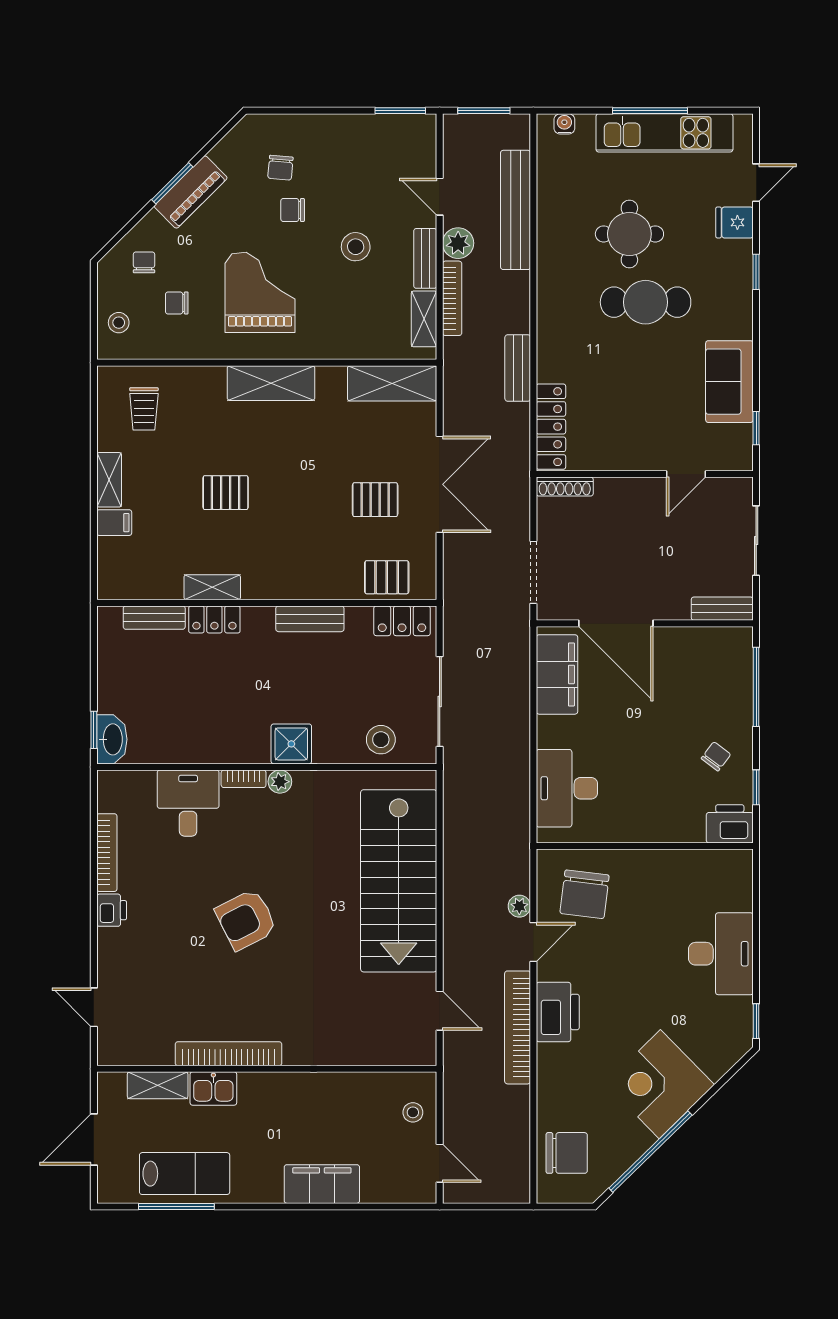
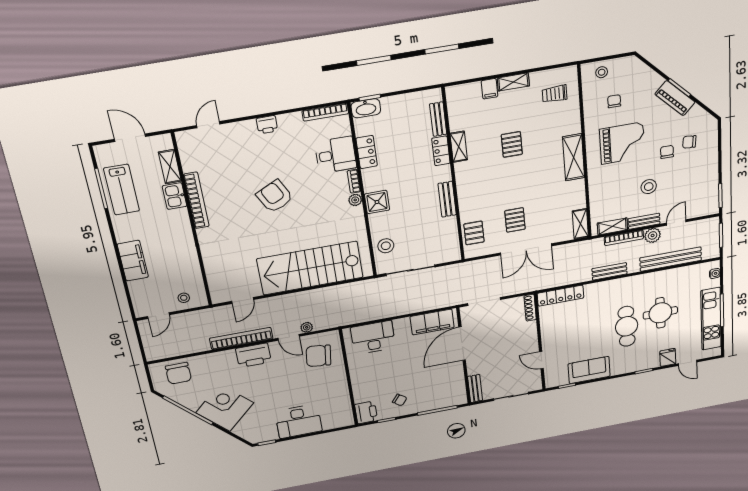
chair: (144, 262) -> (636, 80), removed
bench: (518, 368) -> (609, 271), moved
shelving: (392, 383) -> (580, 224), width x0.67, depth x0.75
locker: (402, 621) -> (367, 152), moved, turned 180
bookcase: (107, 853) -> (325, 112), moved

